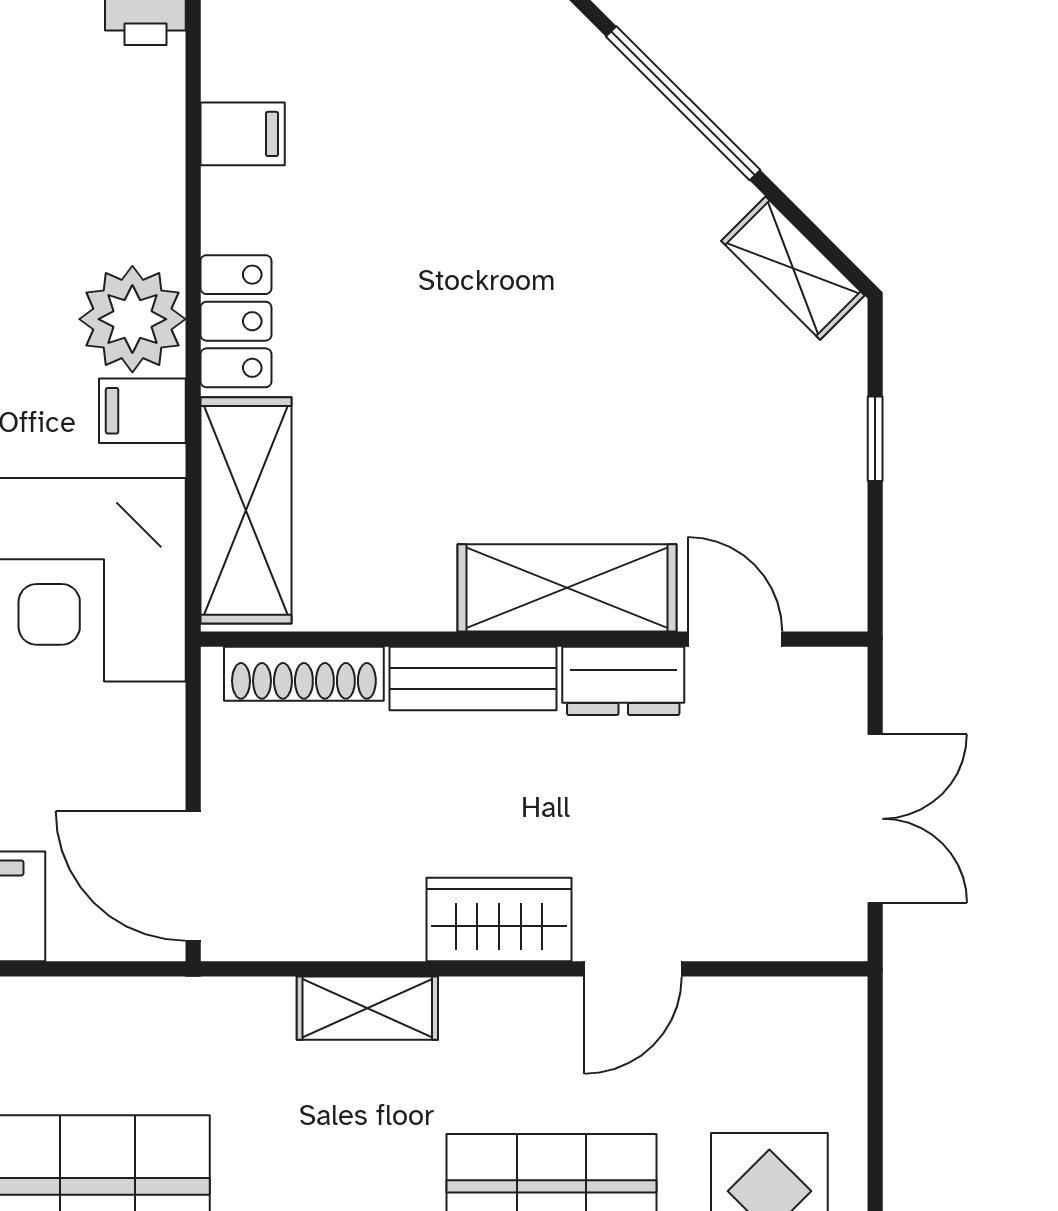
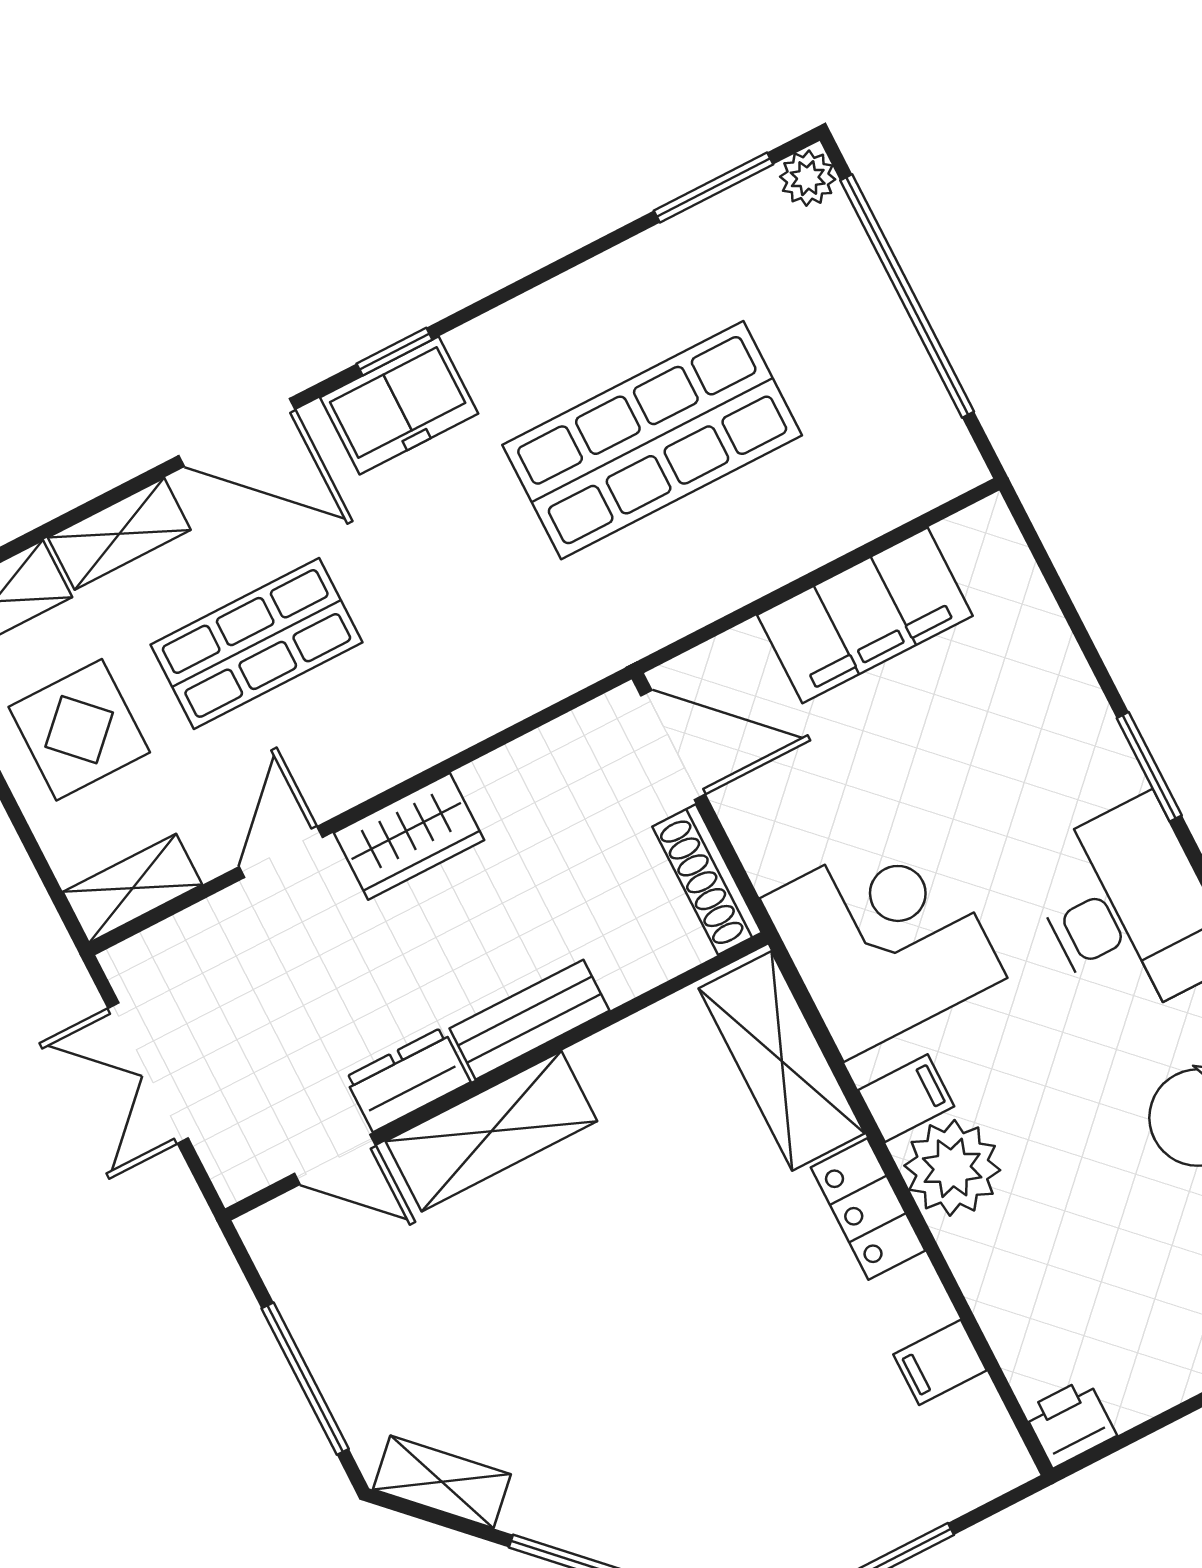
window: (875, 439) -> (305, 1379), width x2.17
shoe rack: (304, 674) -> (707, 880), moved, turned -90
shelving: (367, 1008) -> (132, 888), moved

